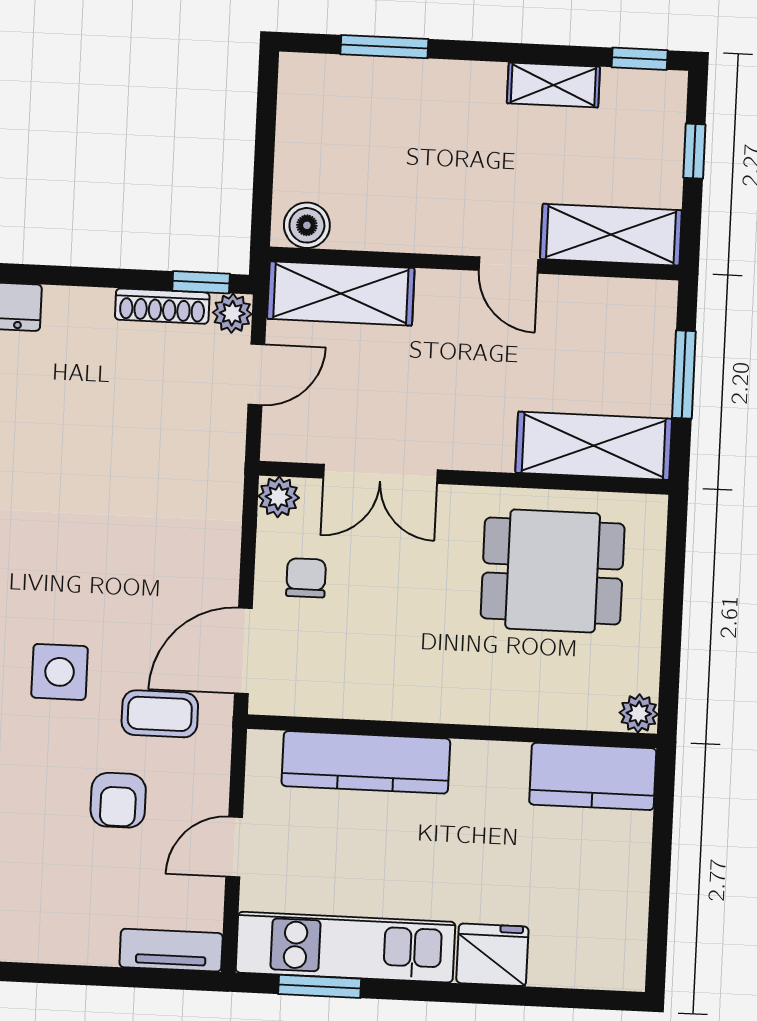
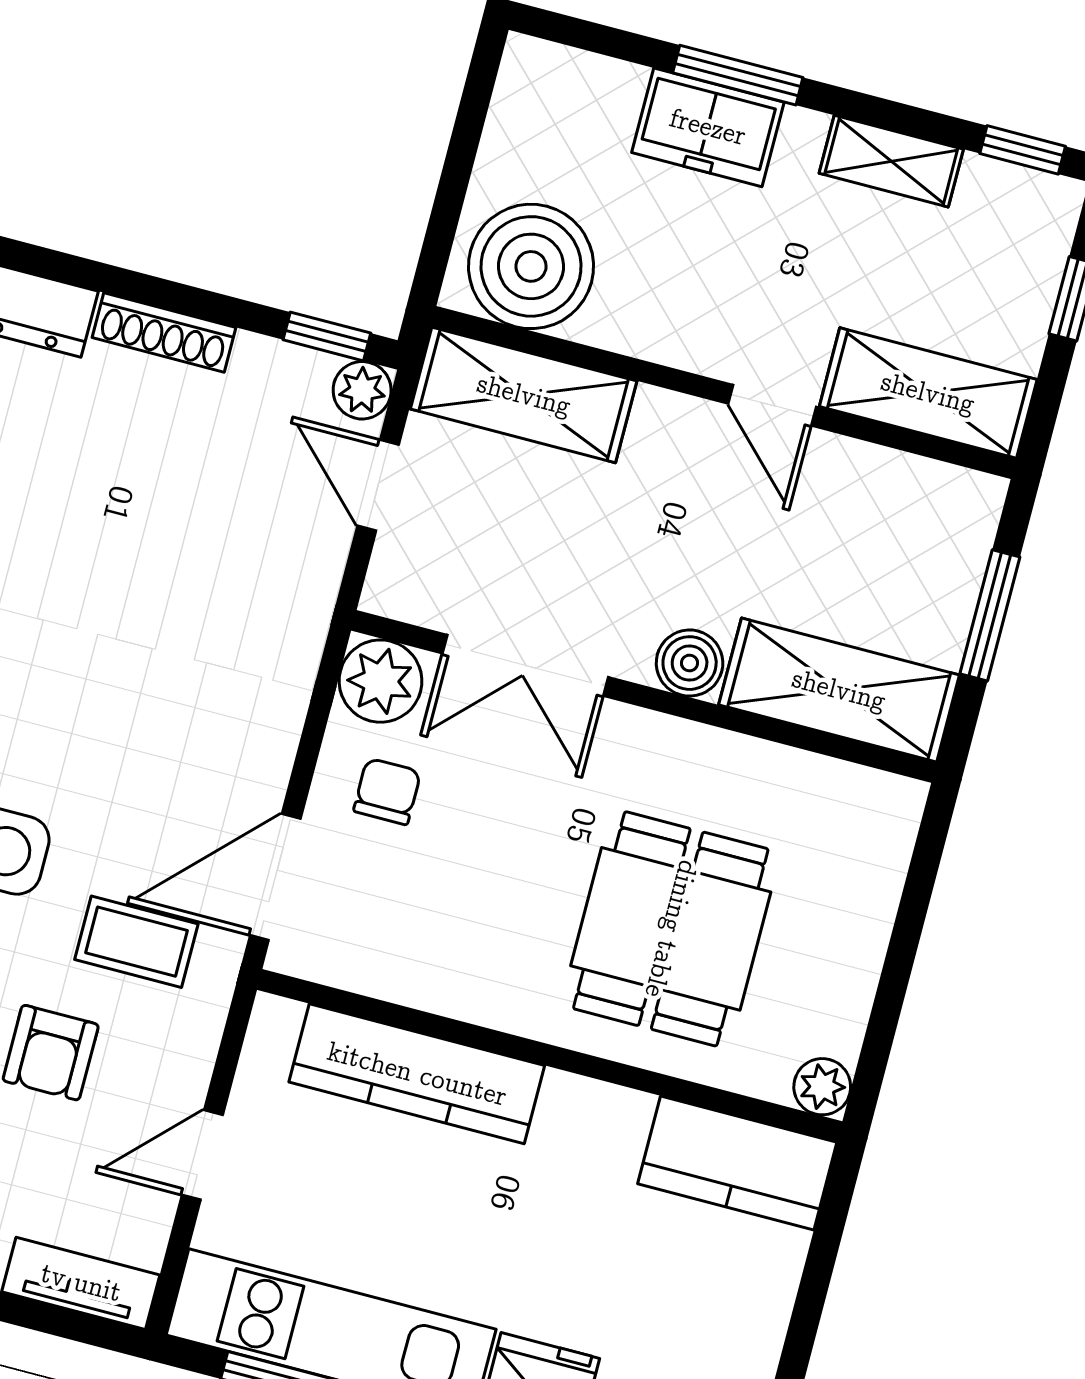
window: (384, 47) -> (738, 75), moved
freezer: (426, 88) -> (708, 127), added
boiler: (307, 225) -> (531, 266), width x1.86, depth x1.86
shoe rack: (162, 306) -> (164, 332), moved
door: (256, 374) -> (378, 485), swing flipped
boiler: (490, 449) -> (690, 663), added
plant: (279, 497) -> (380, 681), width x1.38, depth x1.38
dining table: (553, 571) -> (671, 929), moved, turned 90

